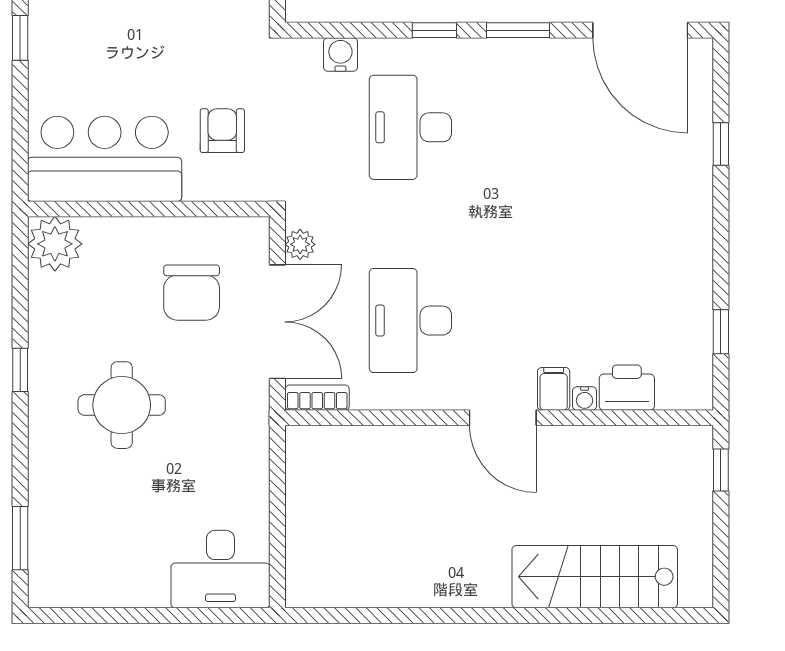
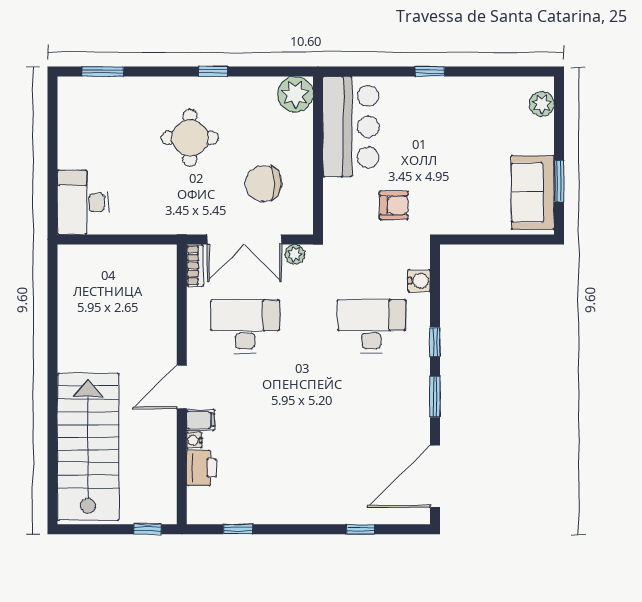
armchair: (222, 131) -> (394, 205), moved
stairs: (595, 577) -> (88, 447), width x1.36, depth x1.51

